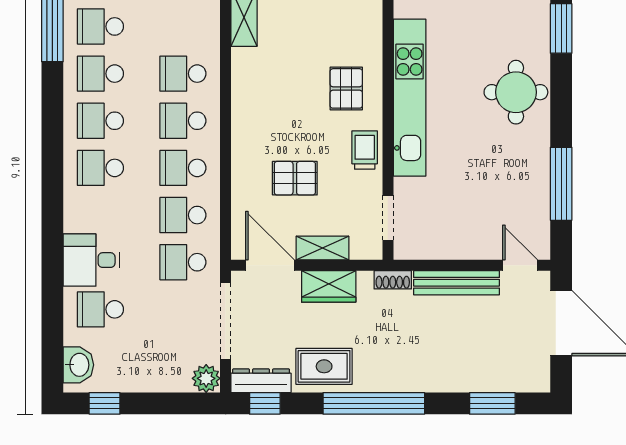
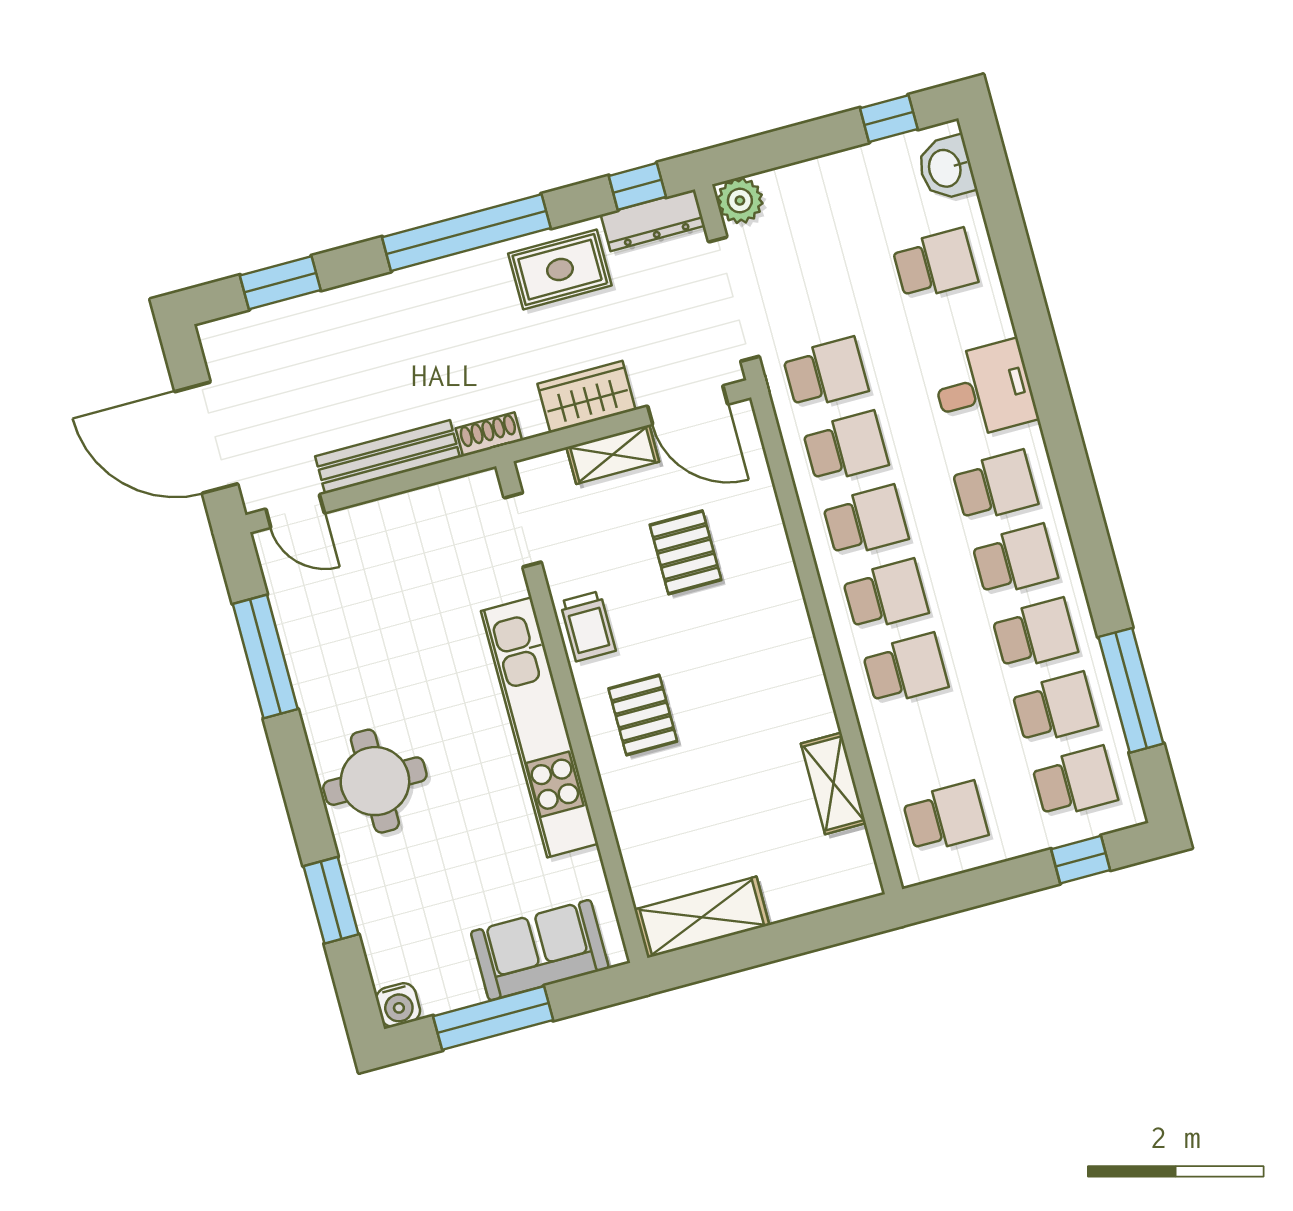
pallet: (295, 178) -> (686, 552), turned 90
desk: (91, 260) -> (984, 390), moved

